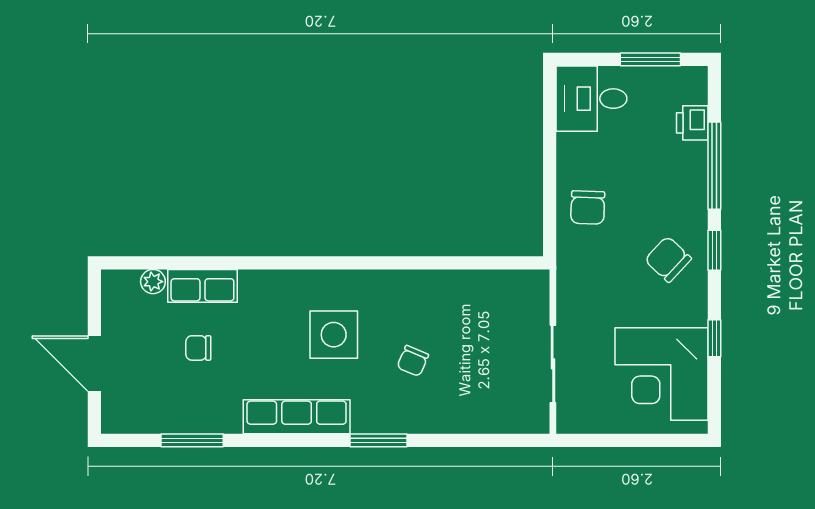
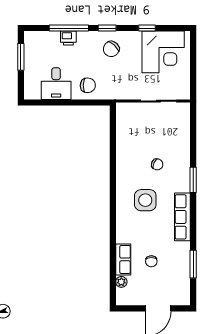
desk: (591, 99) -> (56, 84), moved
printer: (692, 123) -> (68, 38), moved

